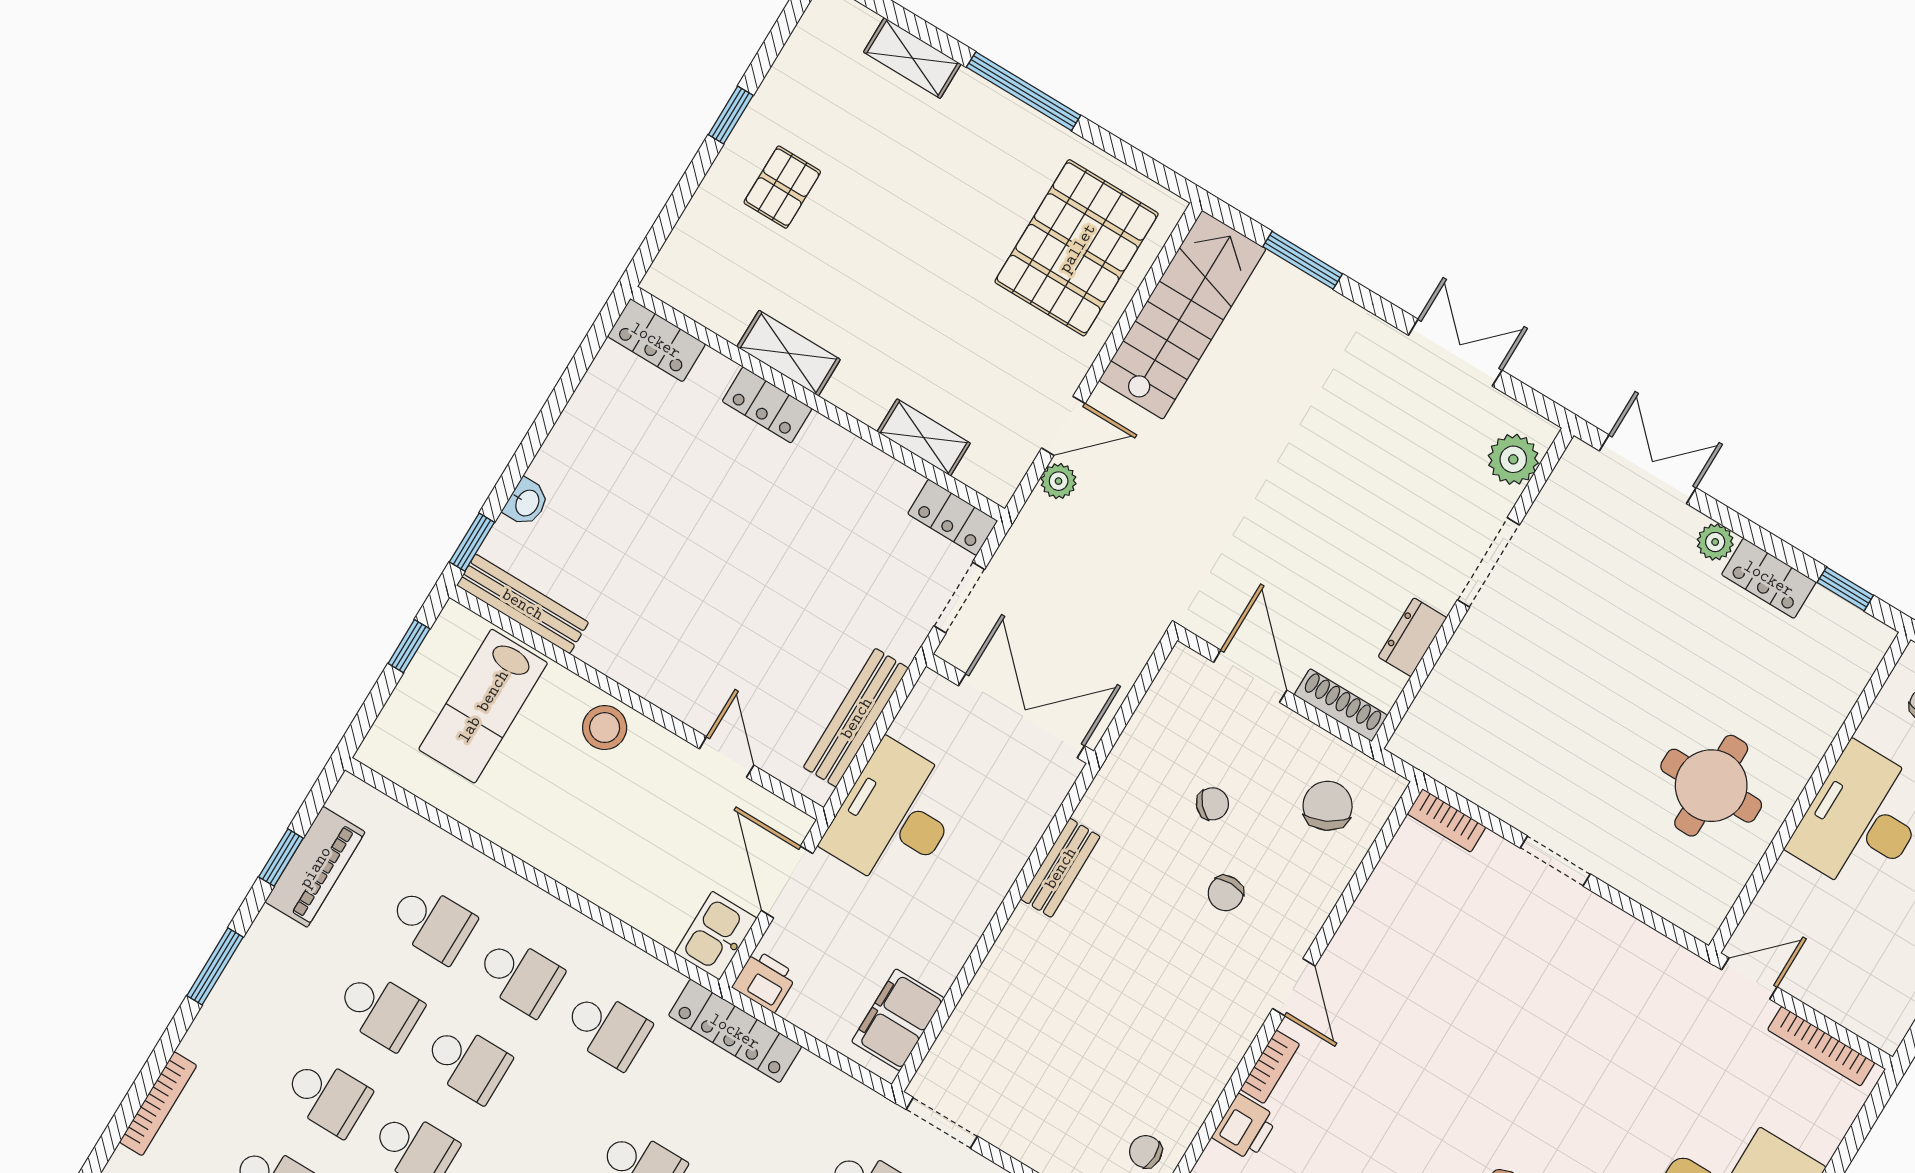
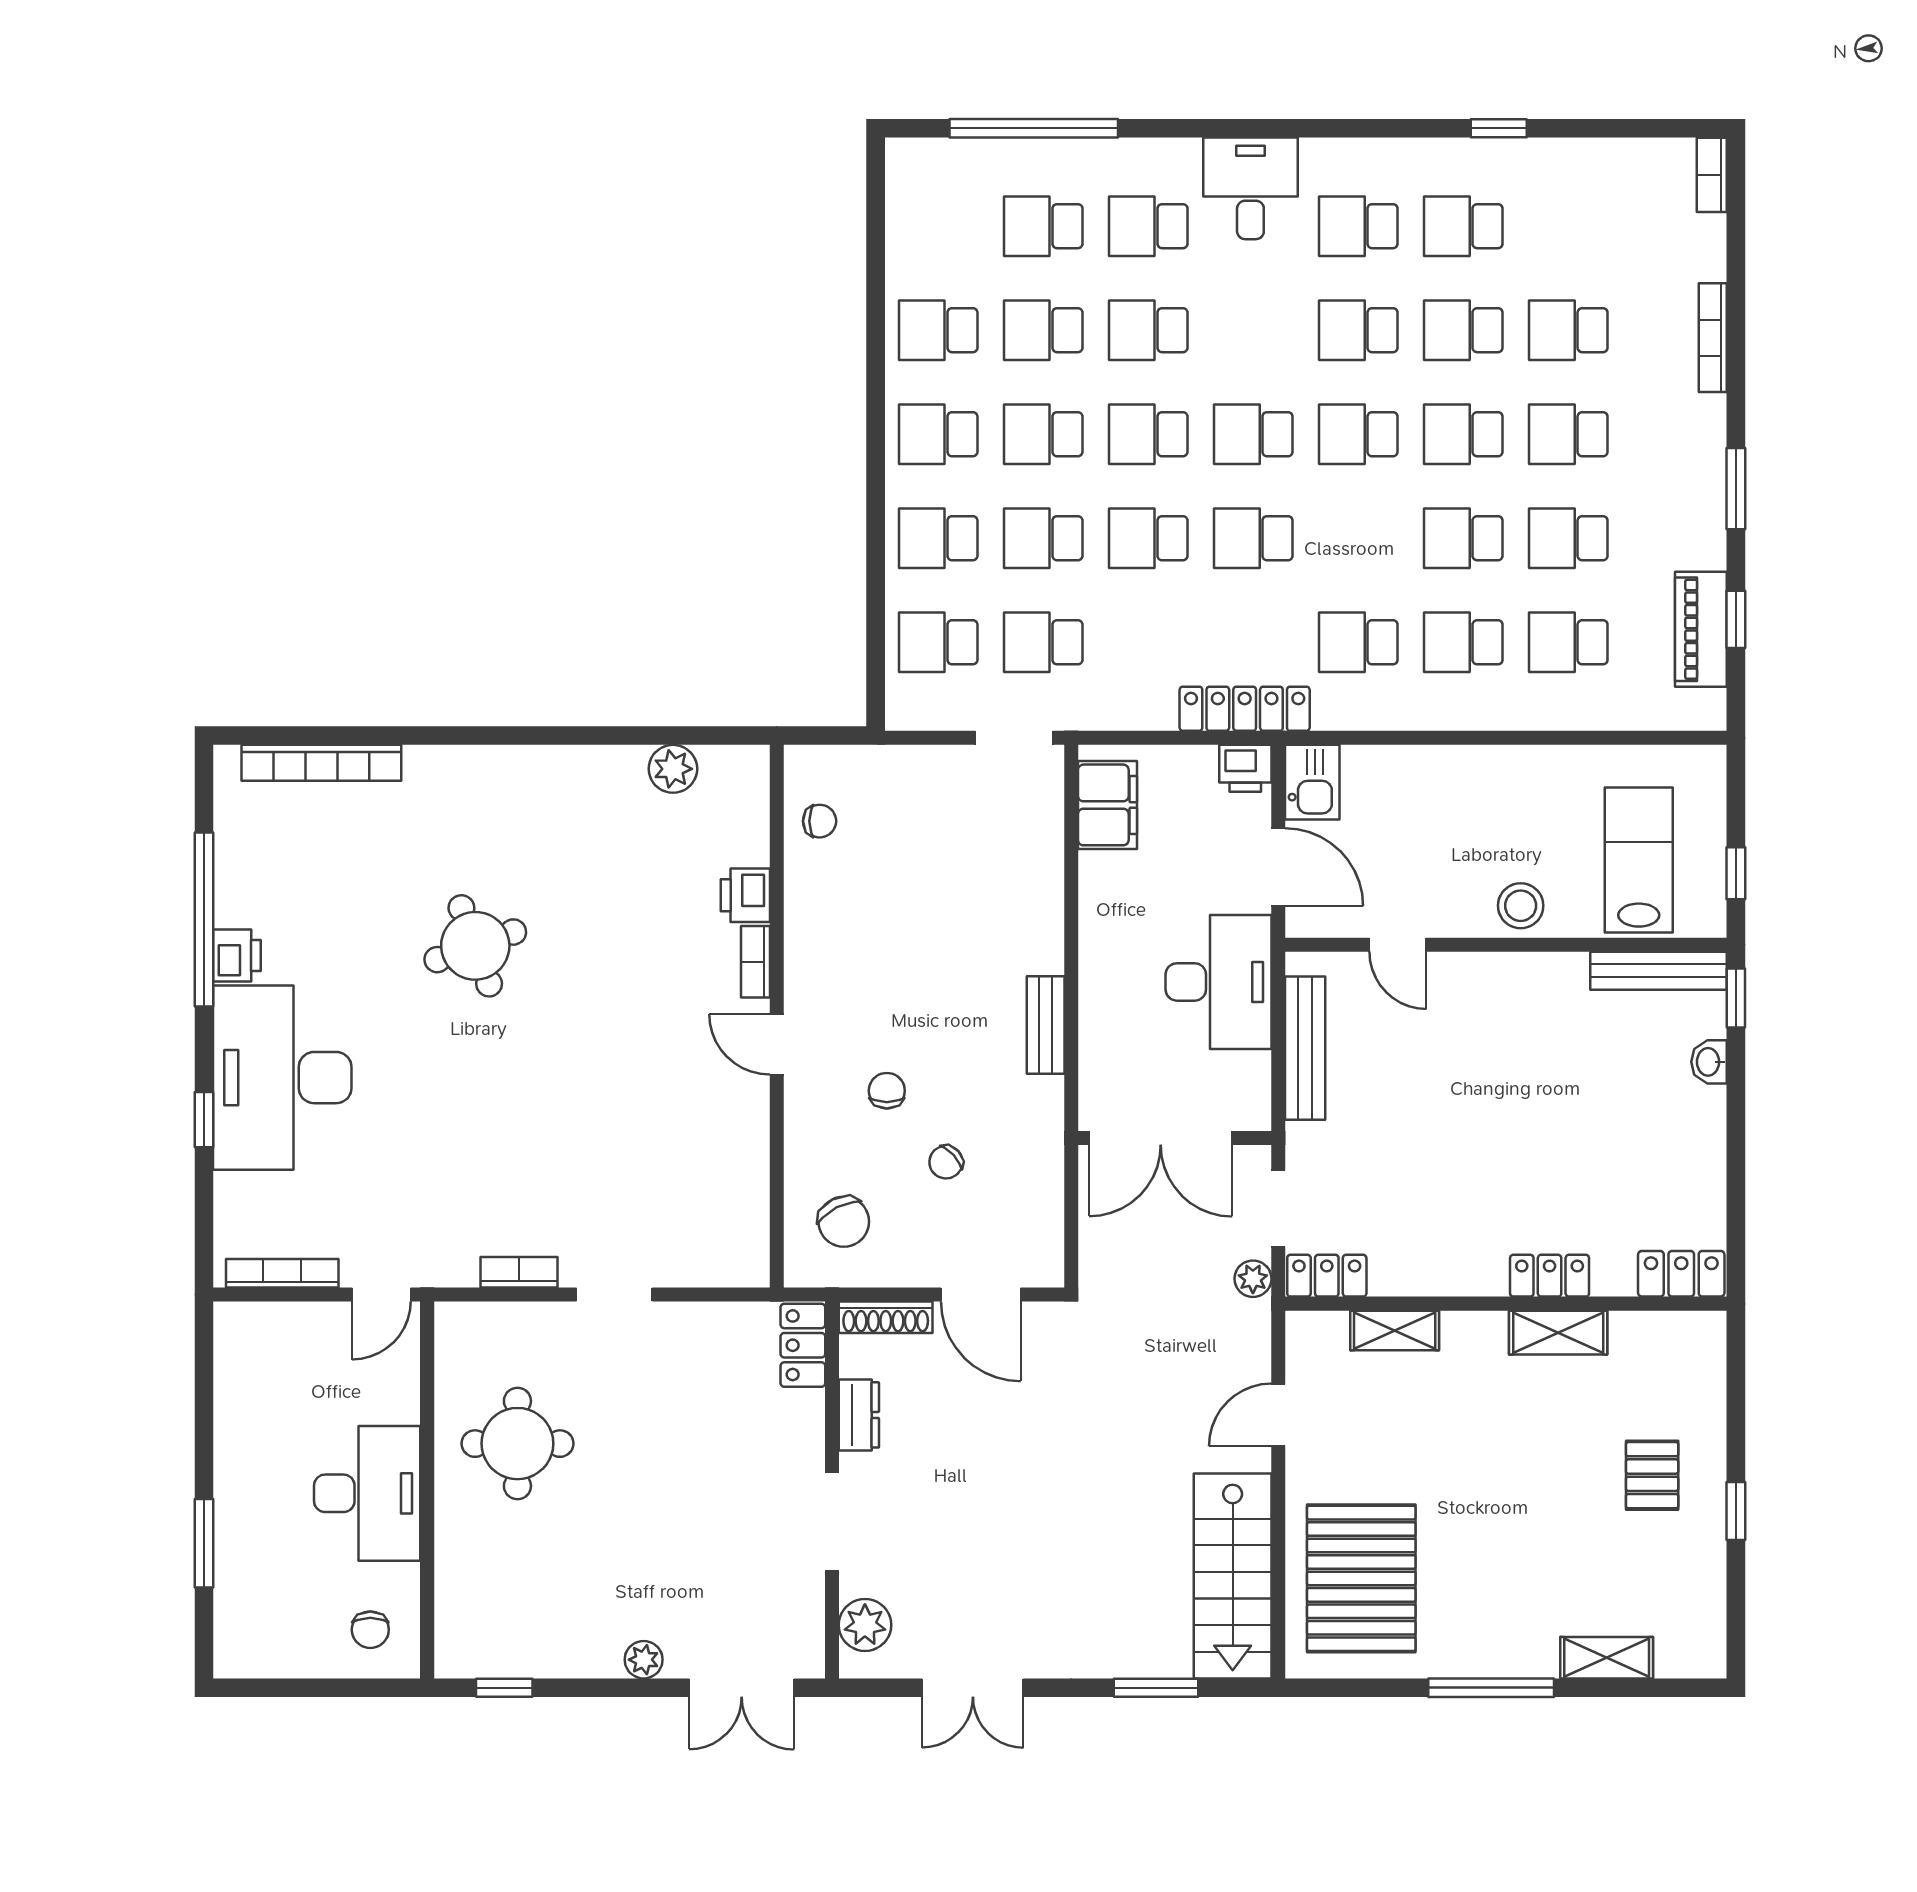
plant: (1059, 481) -> (1253, 1279), moved
locker: (1769, 578) -> (803, 1345), moved, turned -90
bookcase: (1447, 820) -> (519, 1272), moved

